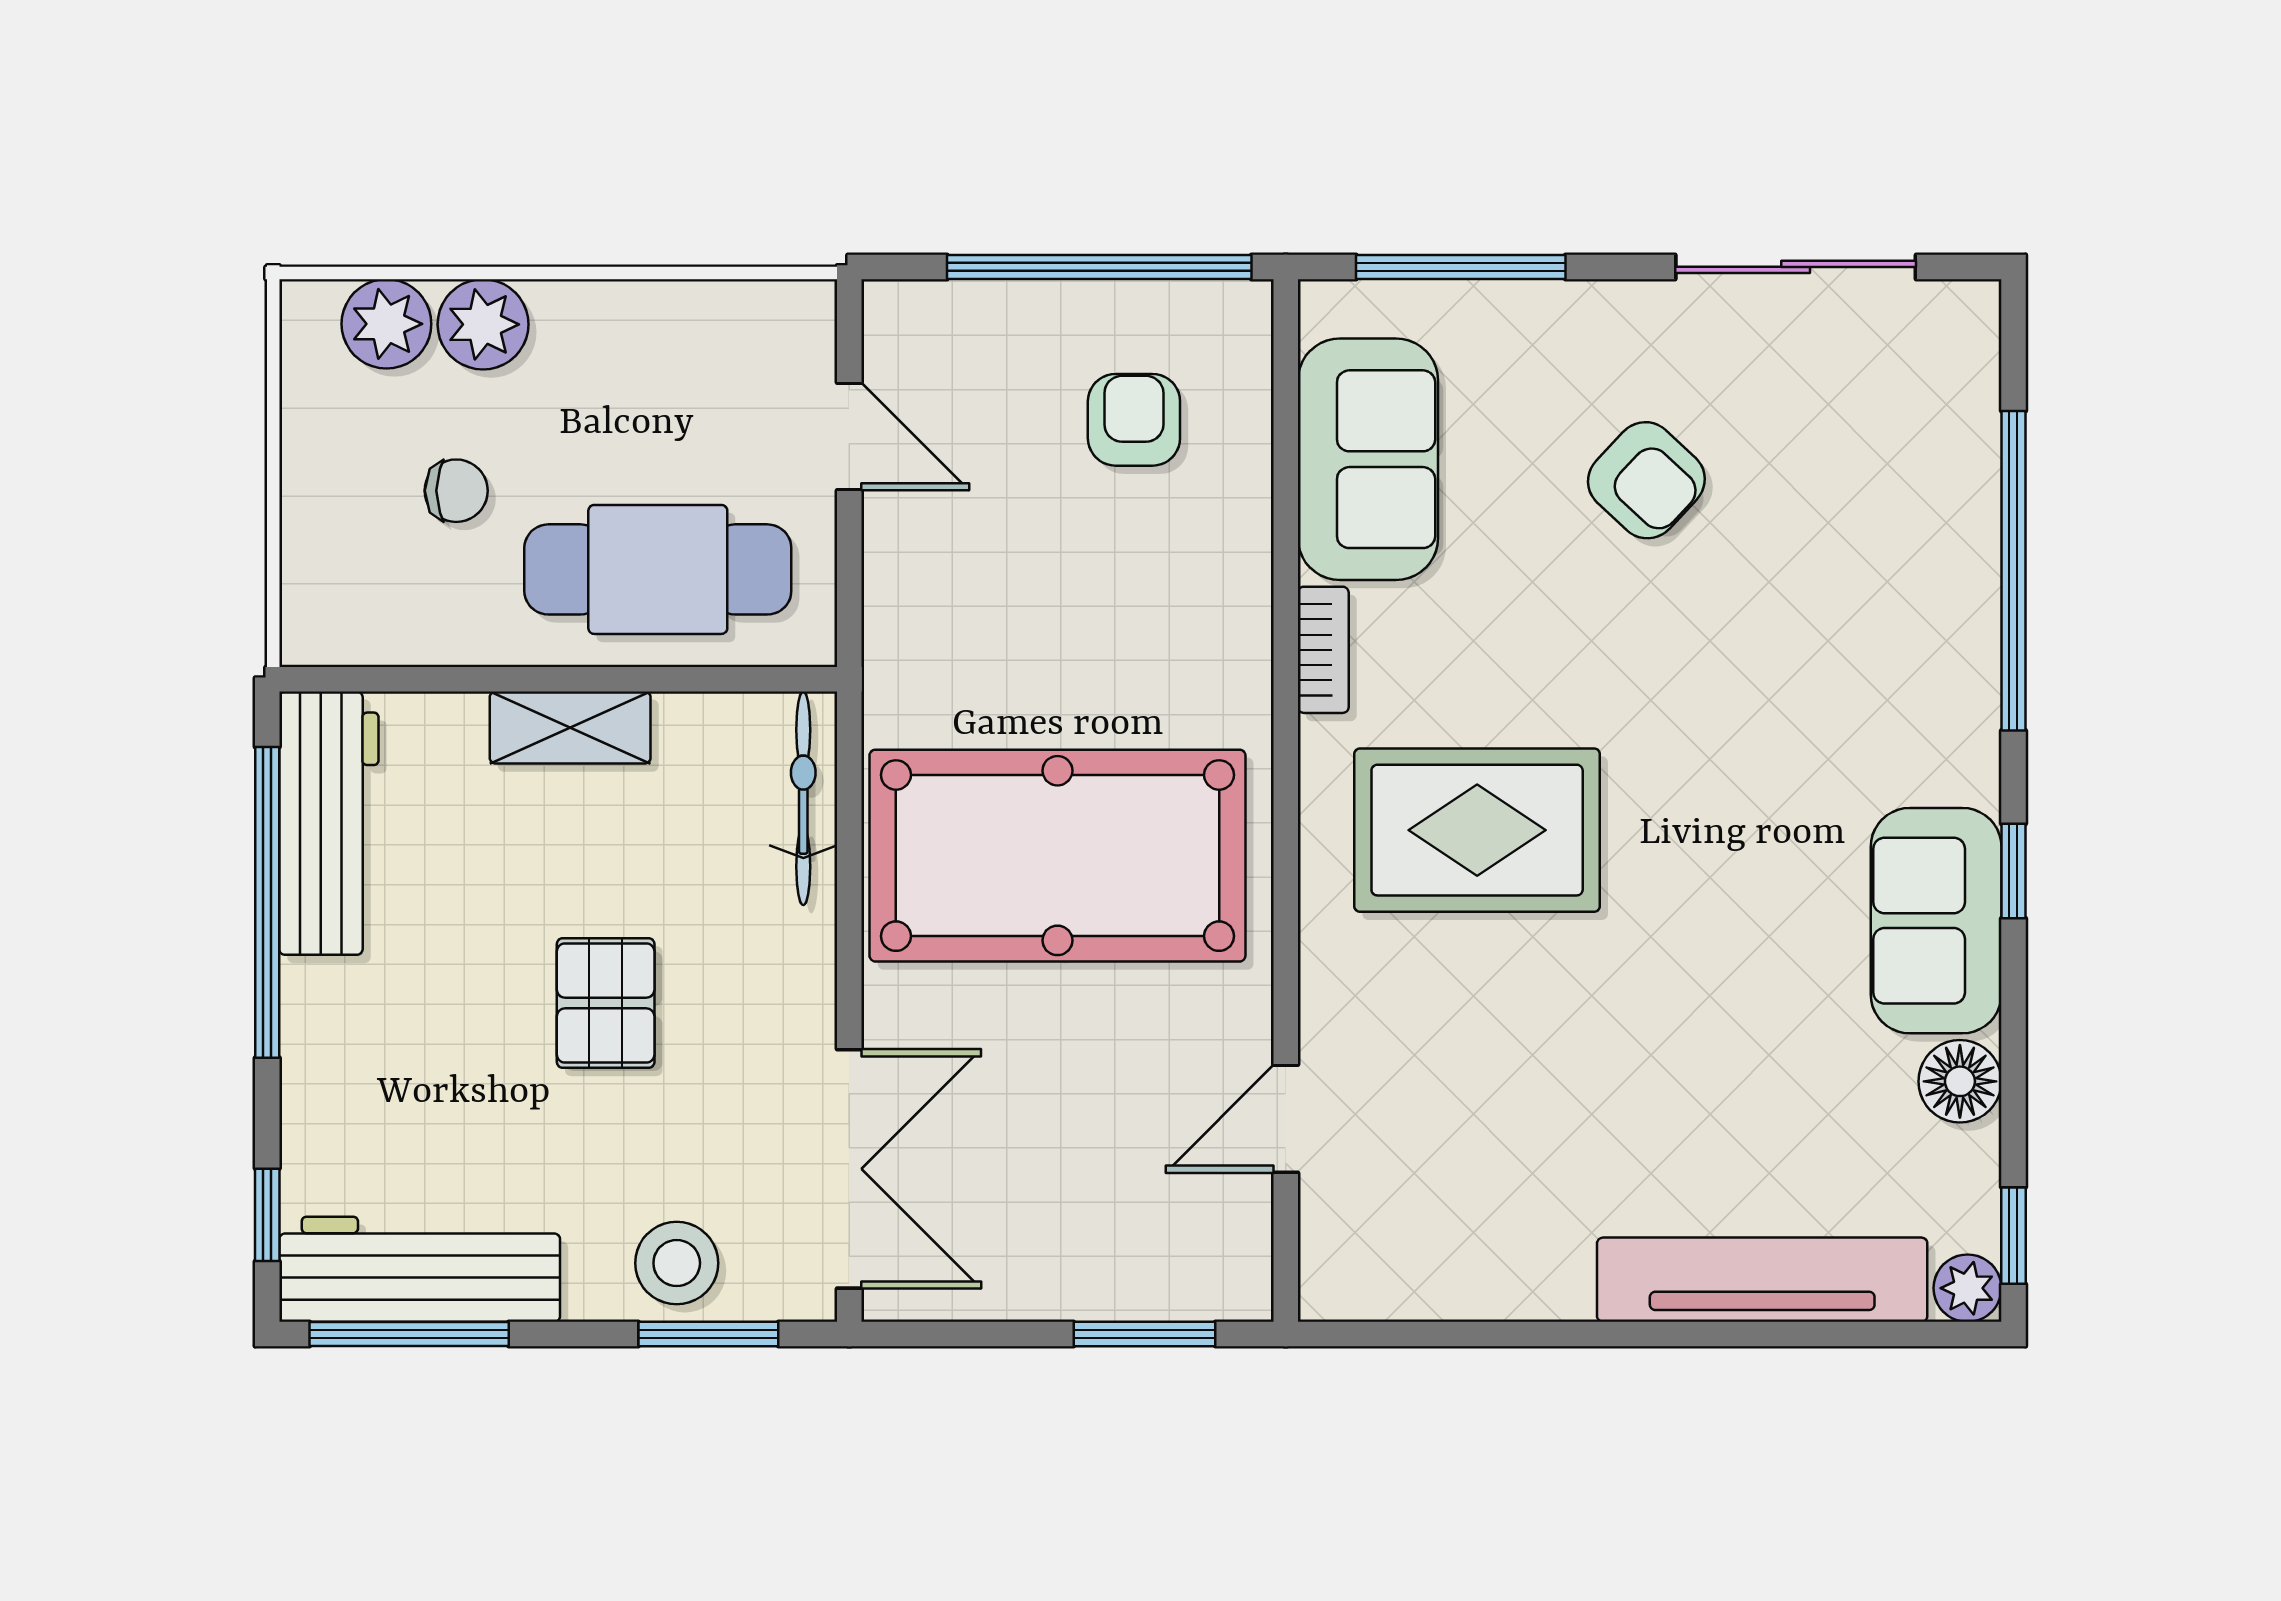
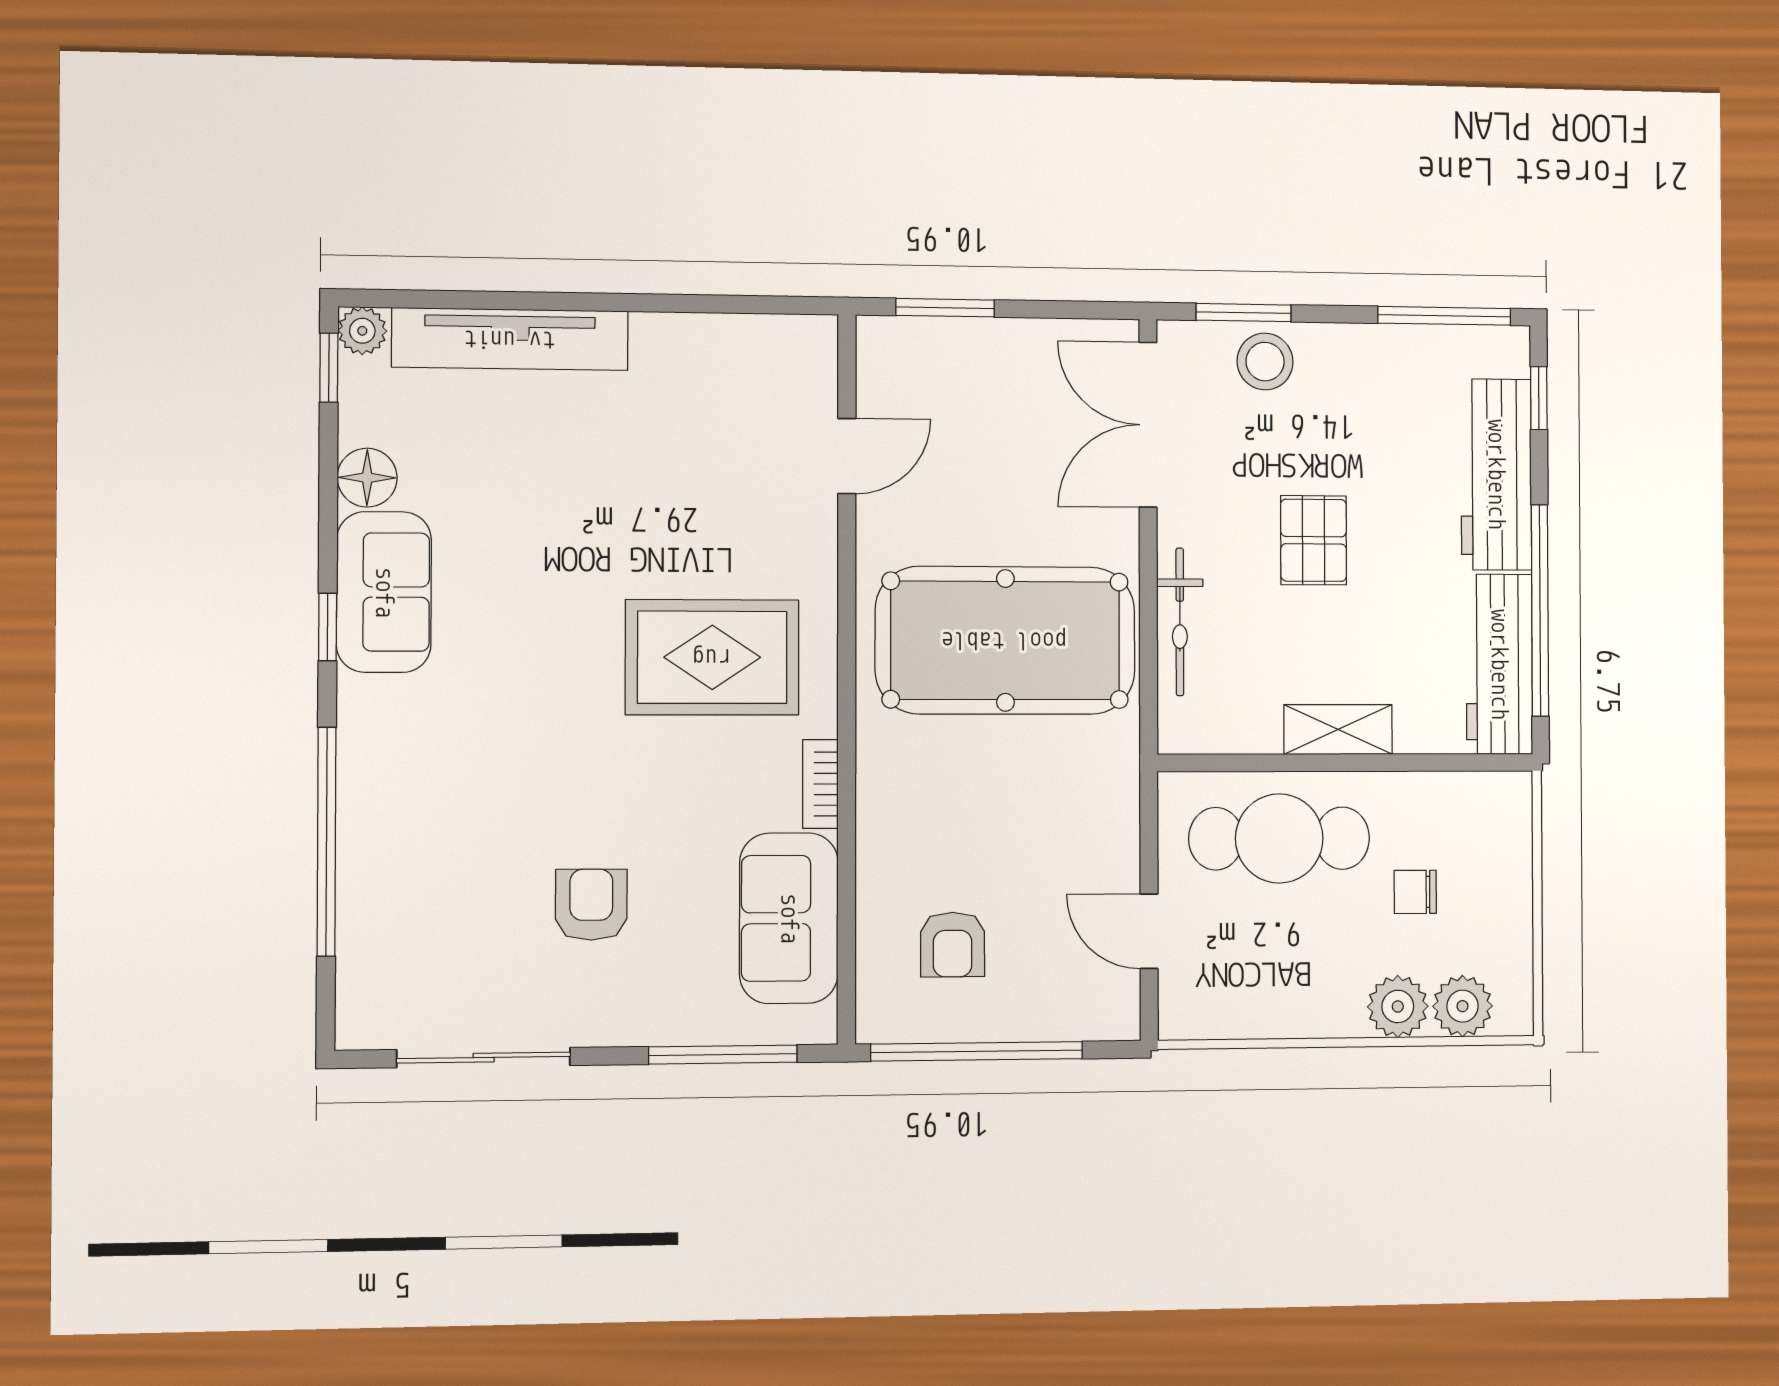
armchair: (1646, 480) -> (591, 905), turned 47
bicycle: (803, 798) -> (1180, 622), moved
workbench: (420, 1269) -> (1496, 474), moved, turned 90

